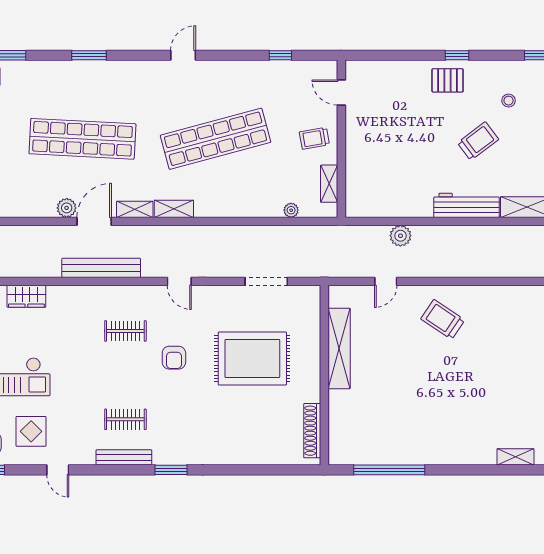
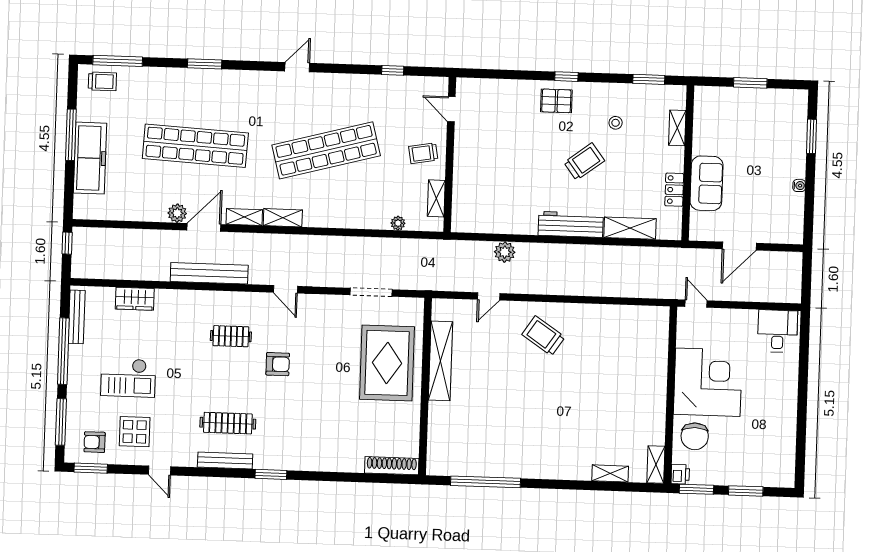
armchair: (174, 358) -> (278, 364), turned -90
rug: (252, 359) -> (387, 363), moved, turned 90
clothes rail: (125, 419) -> (228, 423), width x1.36
shoe rack: (312, 431) -> (392, 466), moved, turned 90

